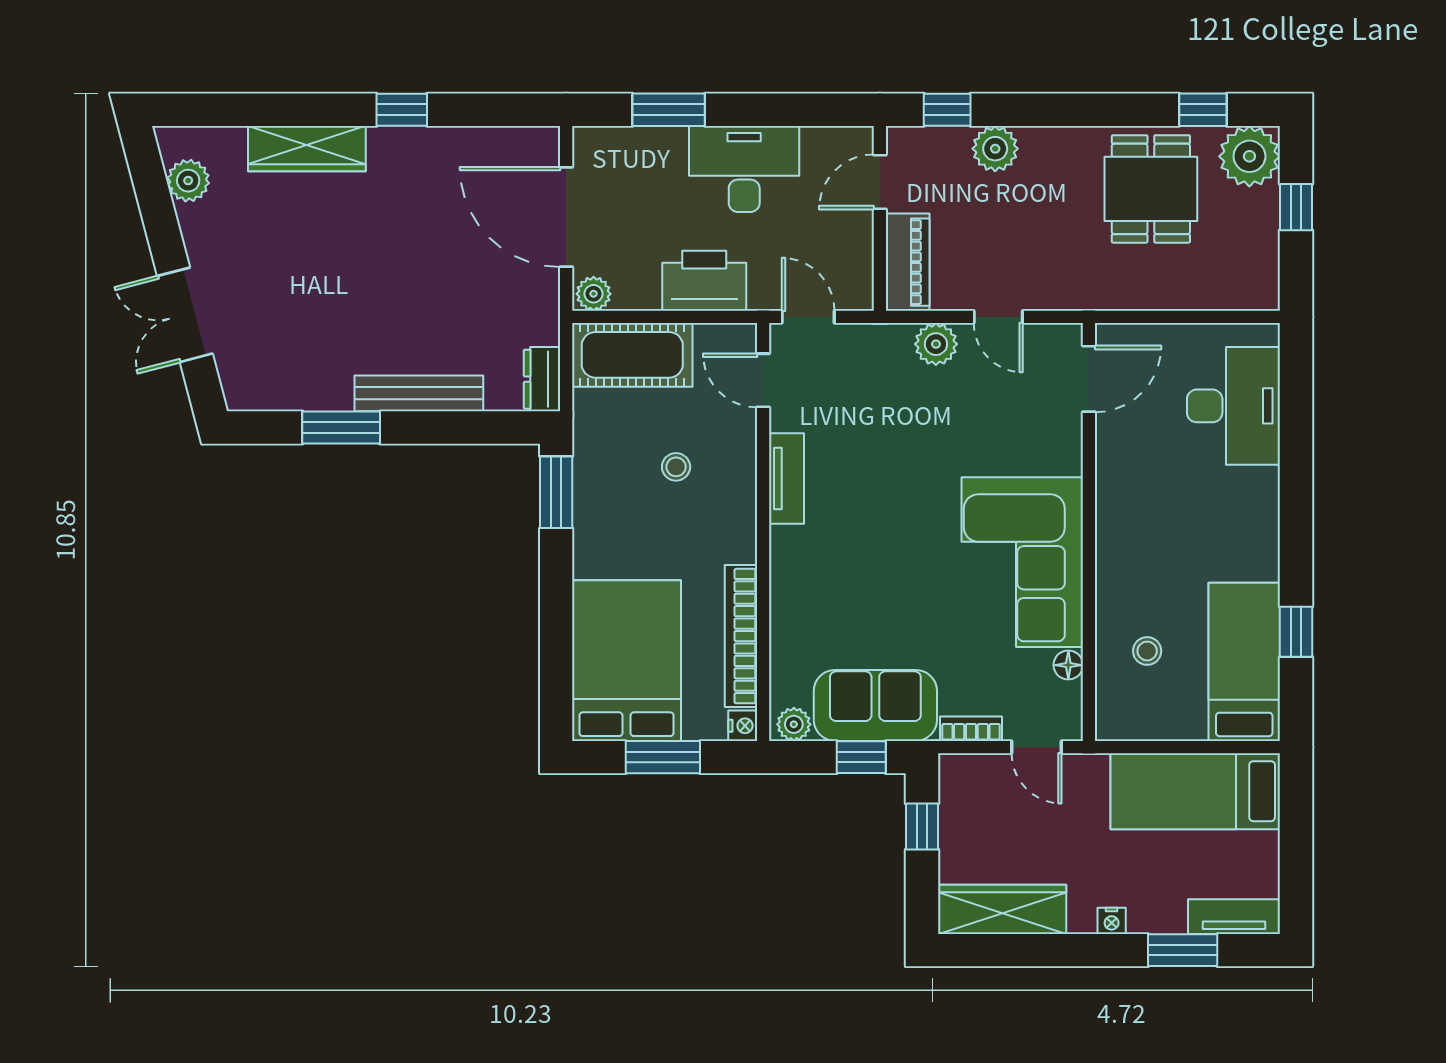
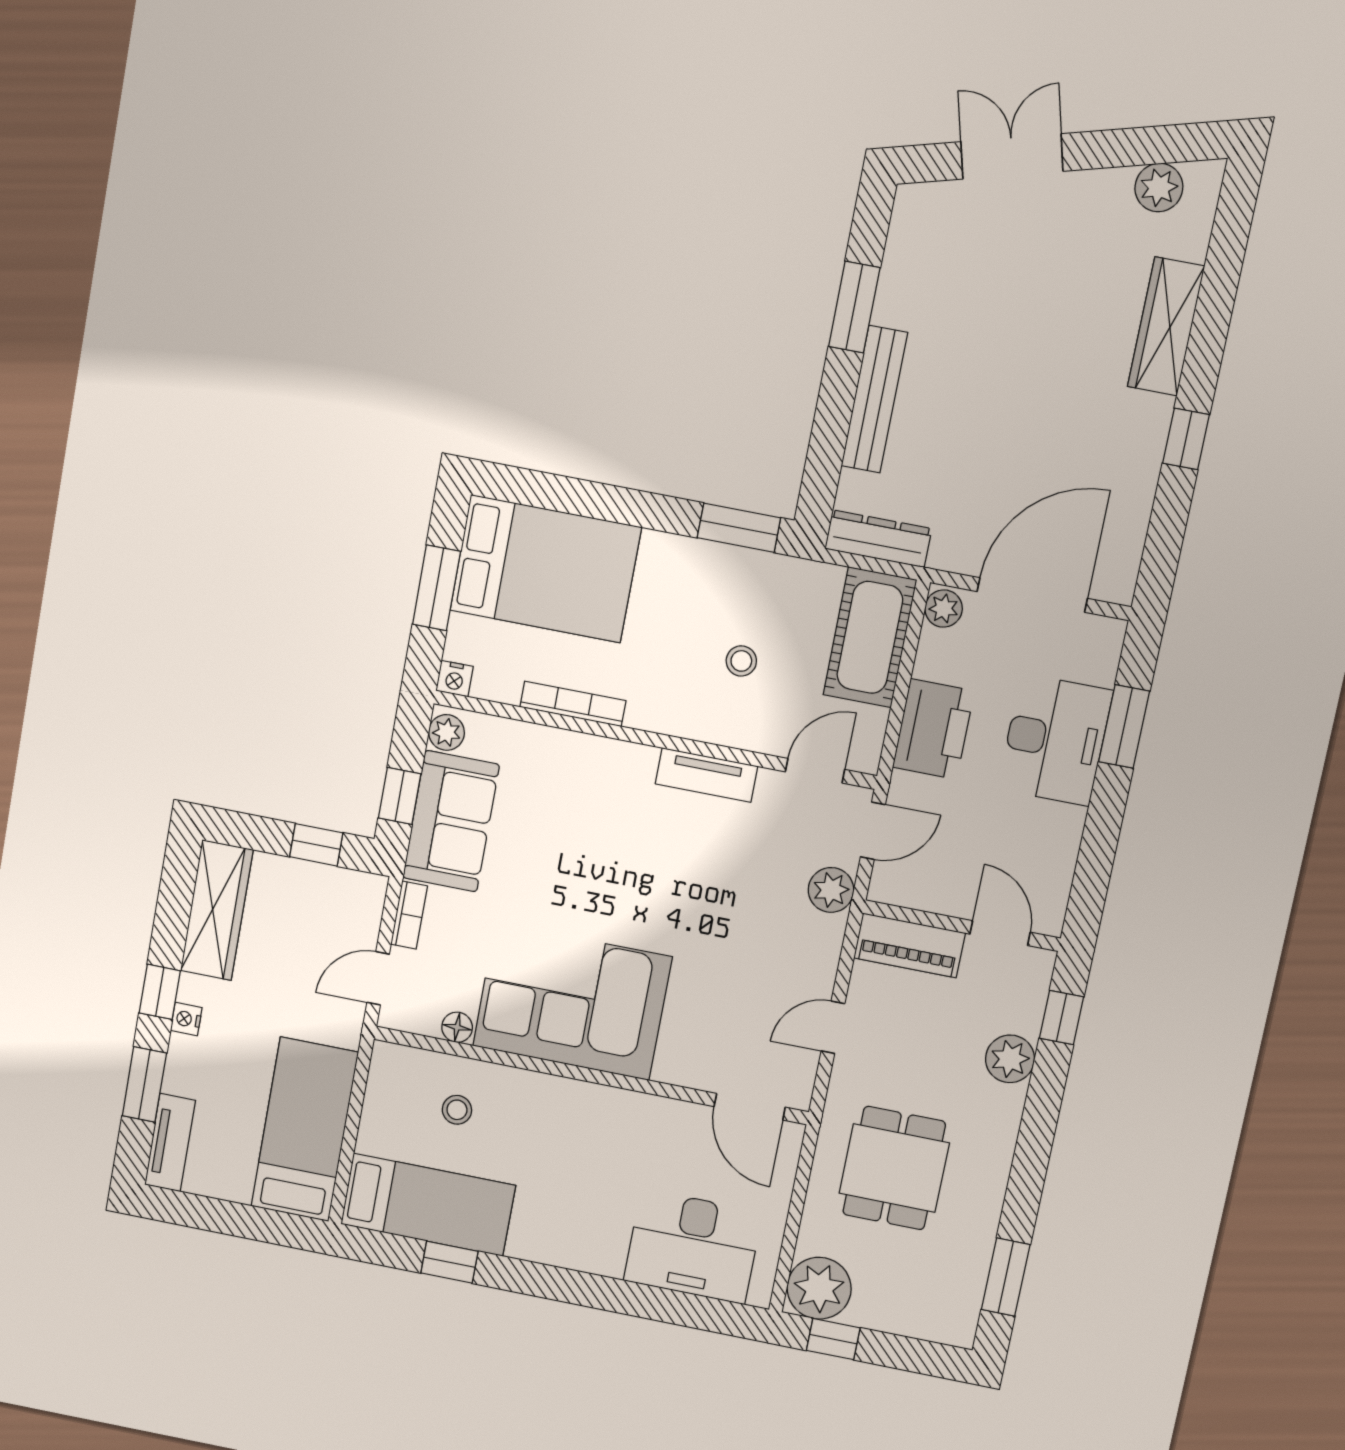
window: (1203, 110) -> (1006, 1277), width x1.50
plant: (1249, 156) -> (819, 1288), moved
desk: (744, 169) -> (1055, 740), moved
dining table: (1151, 189) -> (894, 1168), moved, turned 90
window: (1296, 207) -> (833, 1339), moved
plant: (936, 344) -> (831, 890), moved
dresser: (542, 379) -> (878, 539), width x1.44
bookcase: (741, 636) -> (573, 704), width x0.68, depth x0.76
window: (1091, 950) -> (160, 992), added

